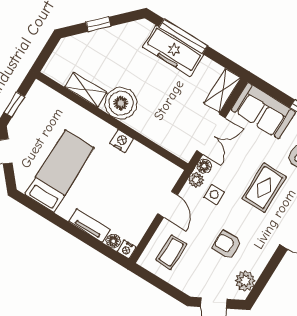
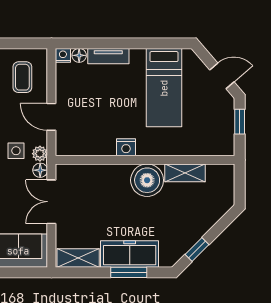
window: (98, 24) -> (197, 249), moved
window: (183, 36) -> (129, 272), width x0.69
shelving: (222, 91) -> (78, 258), moved, turned 90

